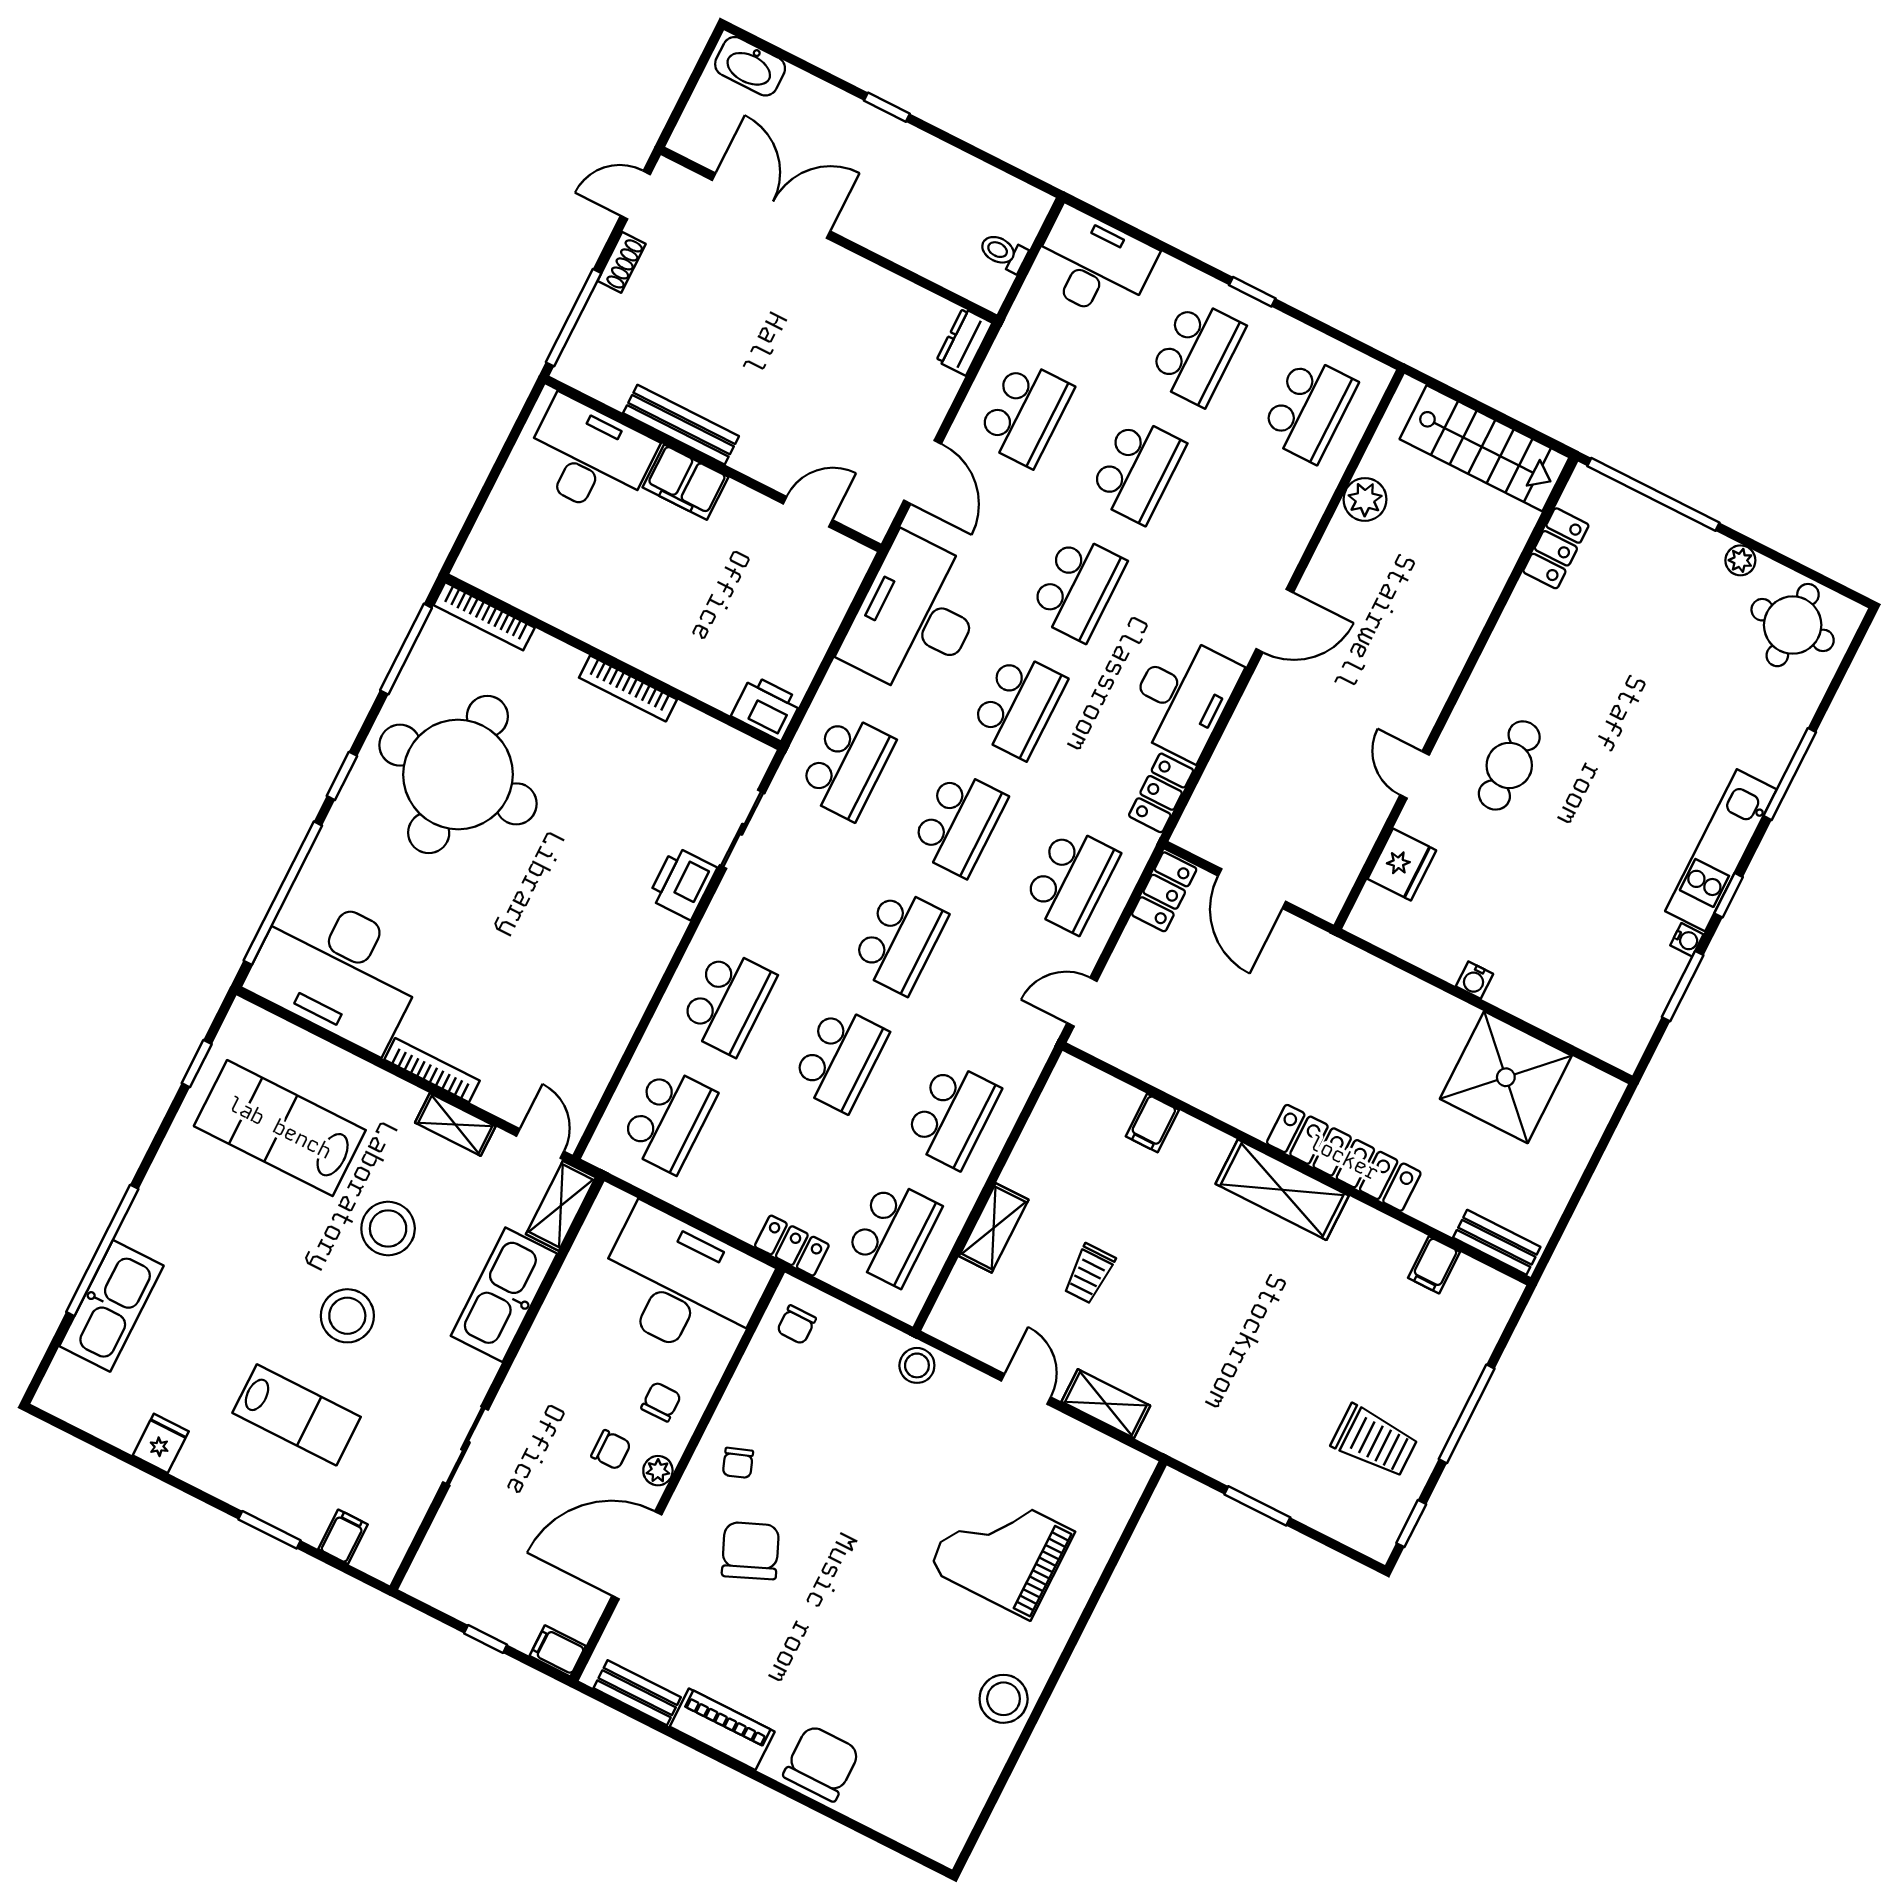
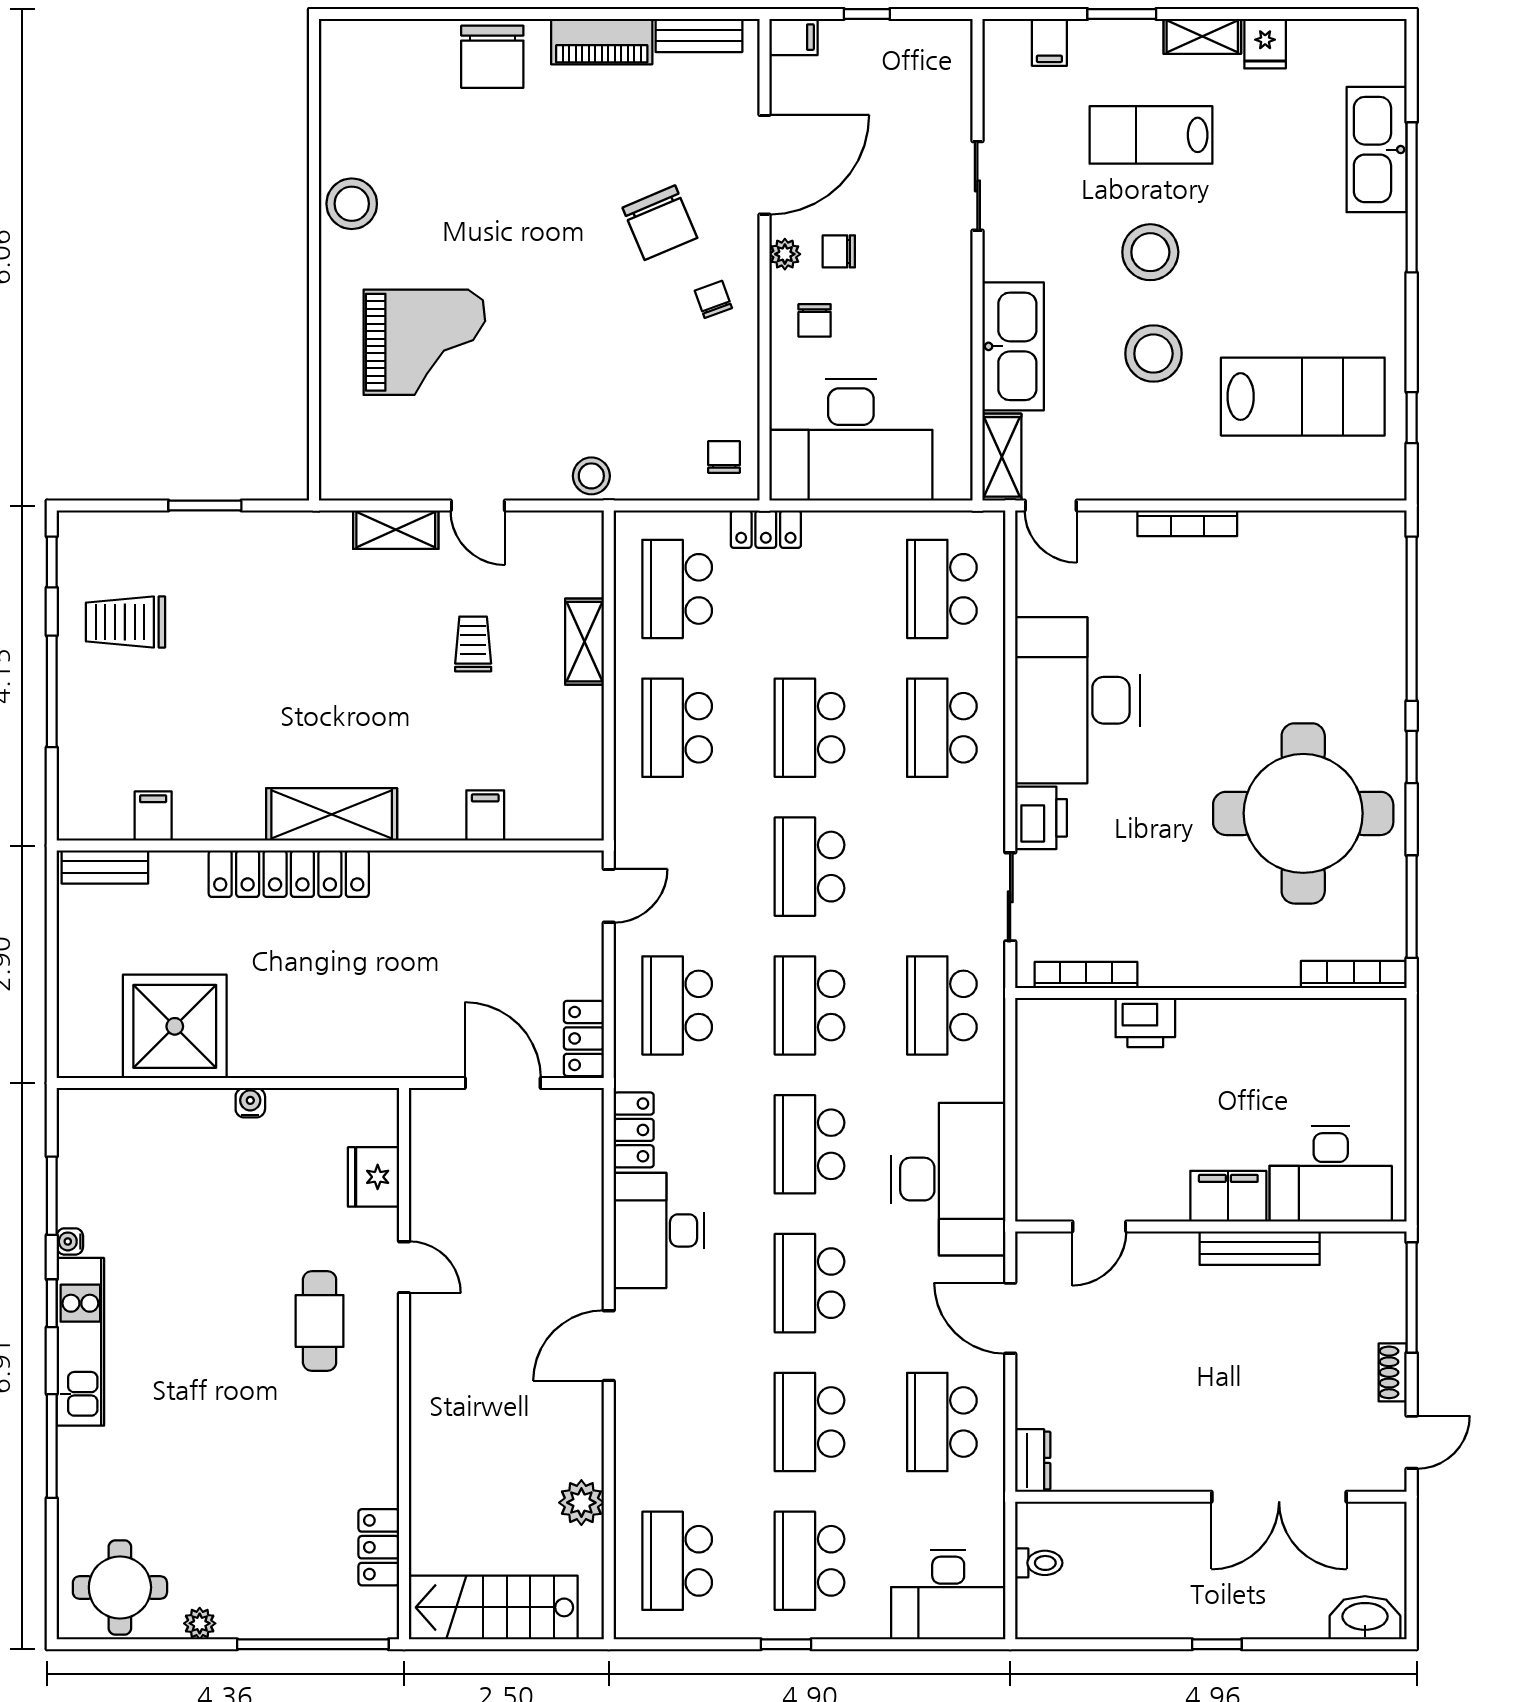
bookcase: (628, 688) -> (1086, 975), moved
printer: (767, 708) -> (1145, 1022), moved
desk: (338, 970) -> (1077, 700), moved, turned -90
shelving: (455, 1124) -> (1202, 36), moved

